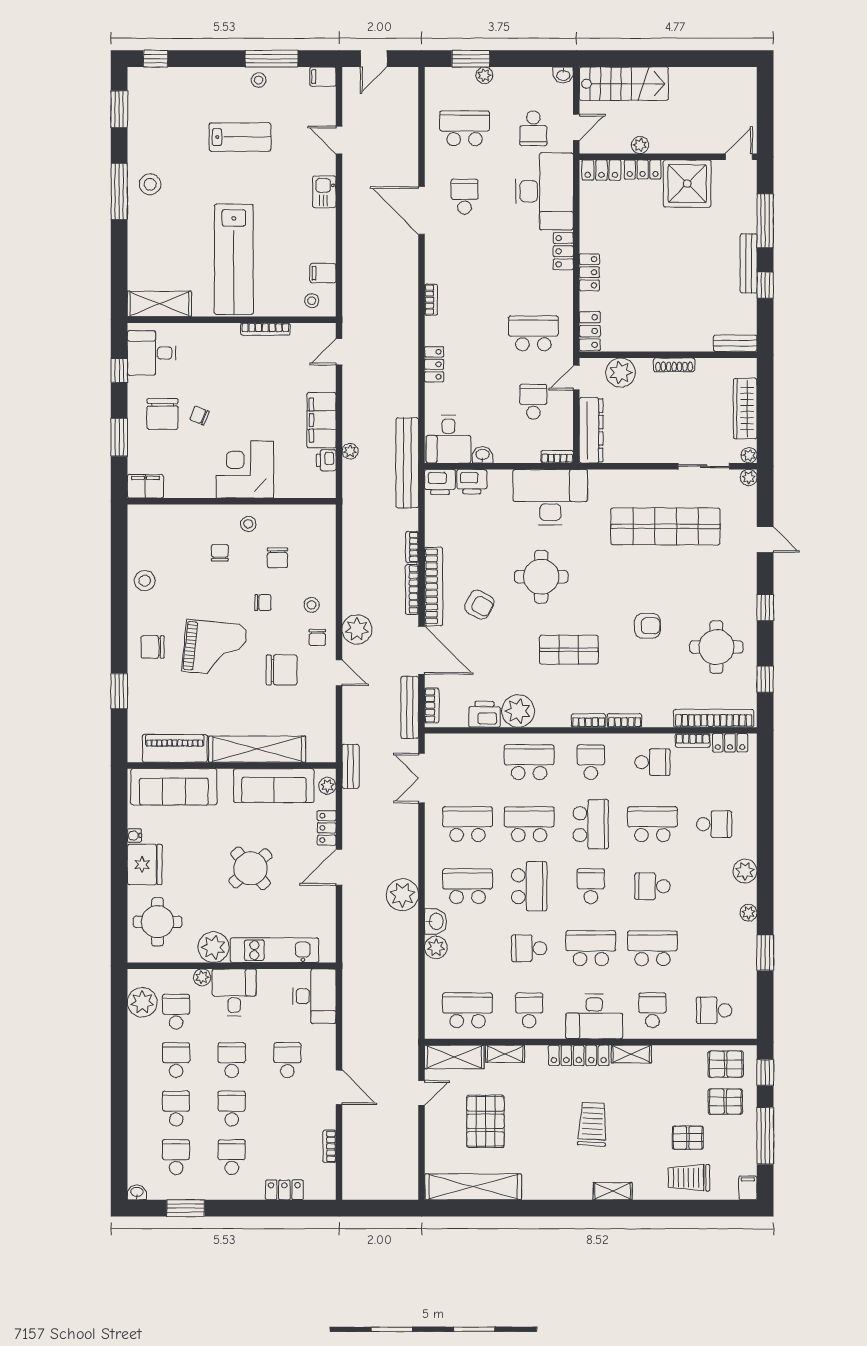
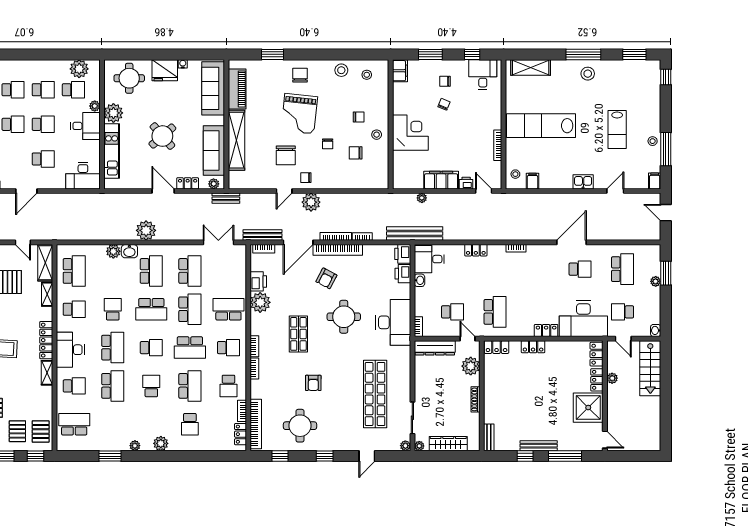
shelving: (159, 304) -> (531, 67), moved, turned 90
chair: (163, 414) -> (445, 81), width x0.54, depth x0.54
printer: (326, 460) -> (466, 183), moved
stool: (312, 605) -> (367, 75), moved
school desk: (529, 762) -> (228, 309), turned -90
school desk: (714, 1010) -> (74, 424), width x1.85

